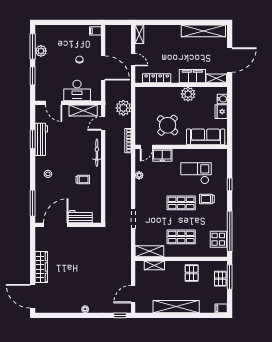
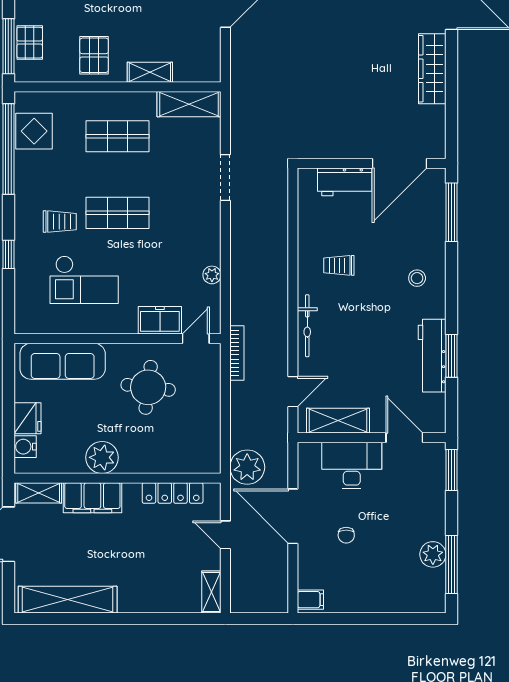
window: (33, 76) -> (451, 470), moved
plant: (123, 108) -> (247, 467), moved
round table: (168, 125) -> (148, 387), turned -36
shelving: (154, 265) -> (150, 72), moved

